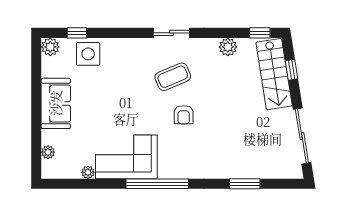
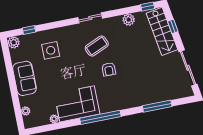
side table: (88, 54) -> (51, 50), moved
window: (245, 184) -> (157, 106), width x1.44

